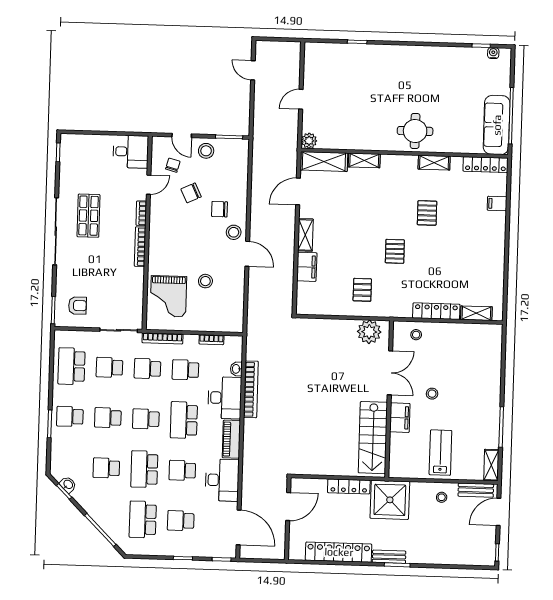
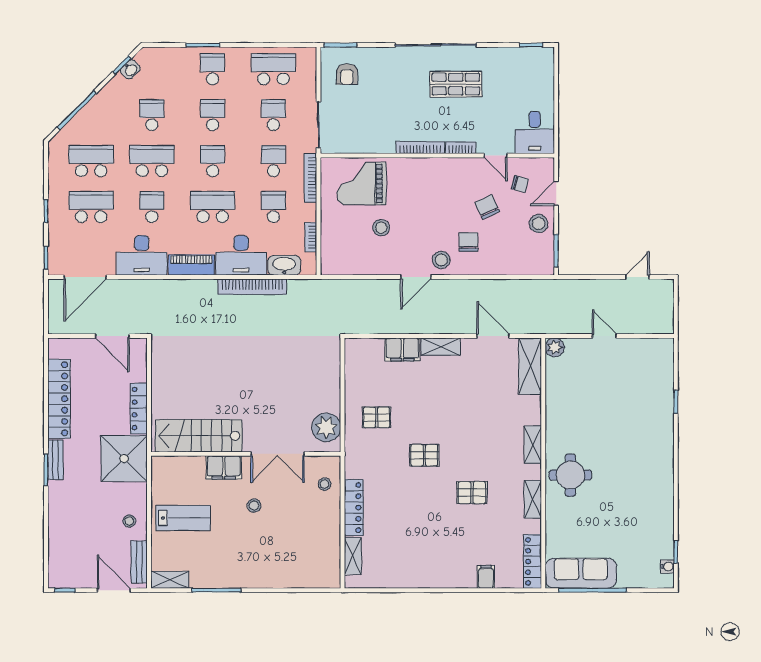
shelving: (364, 160) -> (533, 445), moved
washbasin: (236, 369) -> (284, 265), width x1.91, depth x1.45
school desk: (181, 521) -> (91, 207), width x1.85

